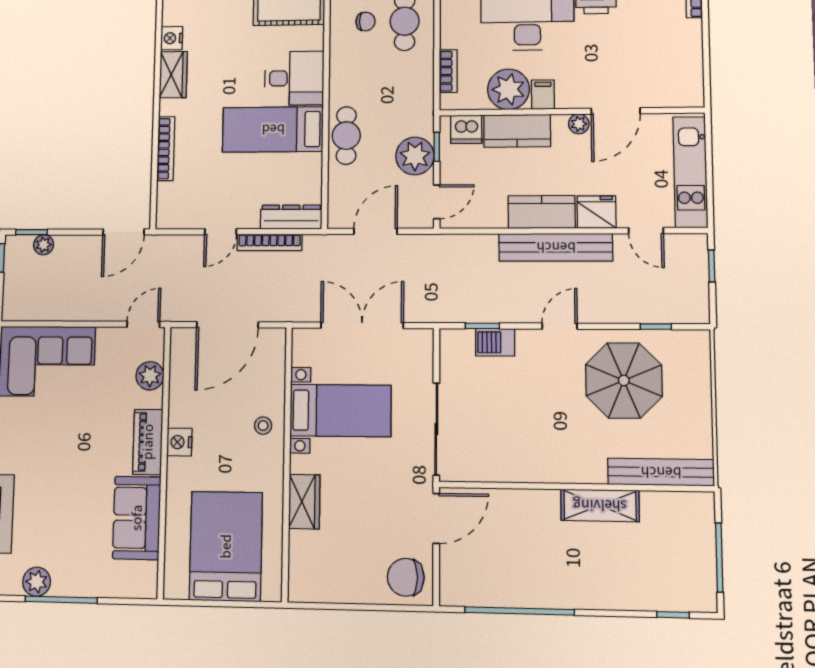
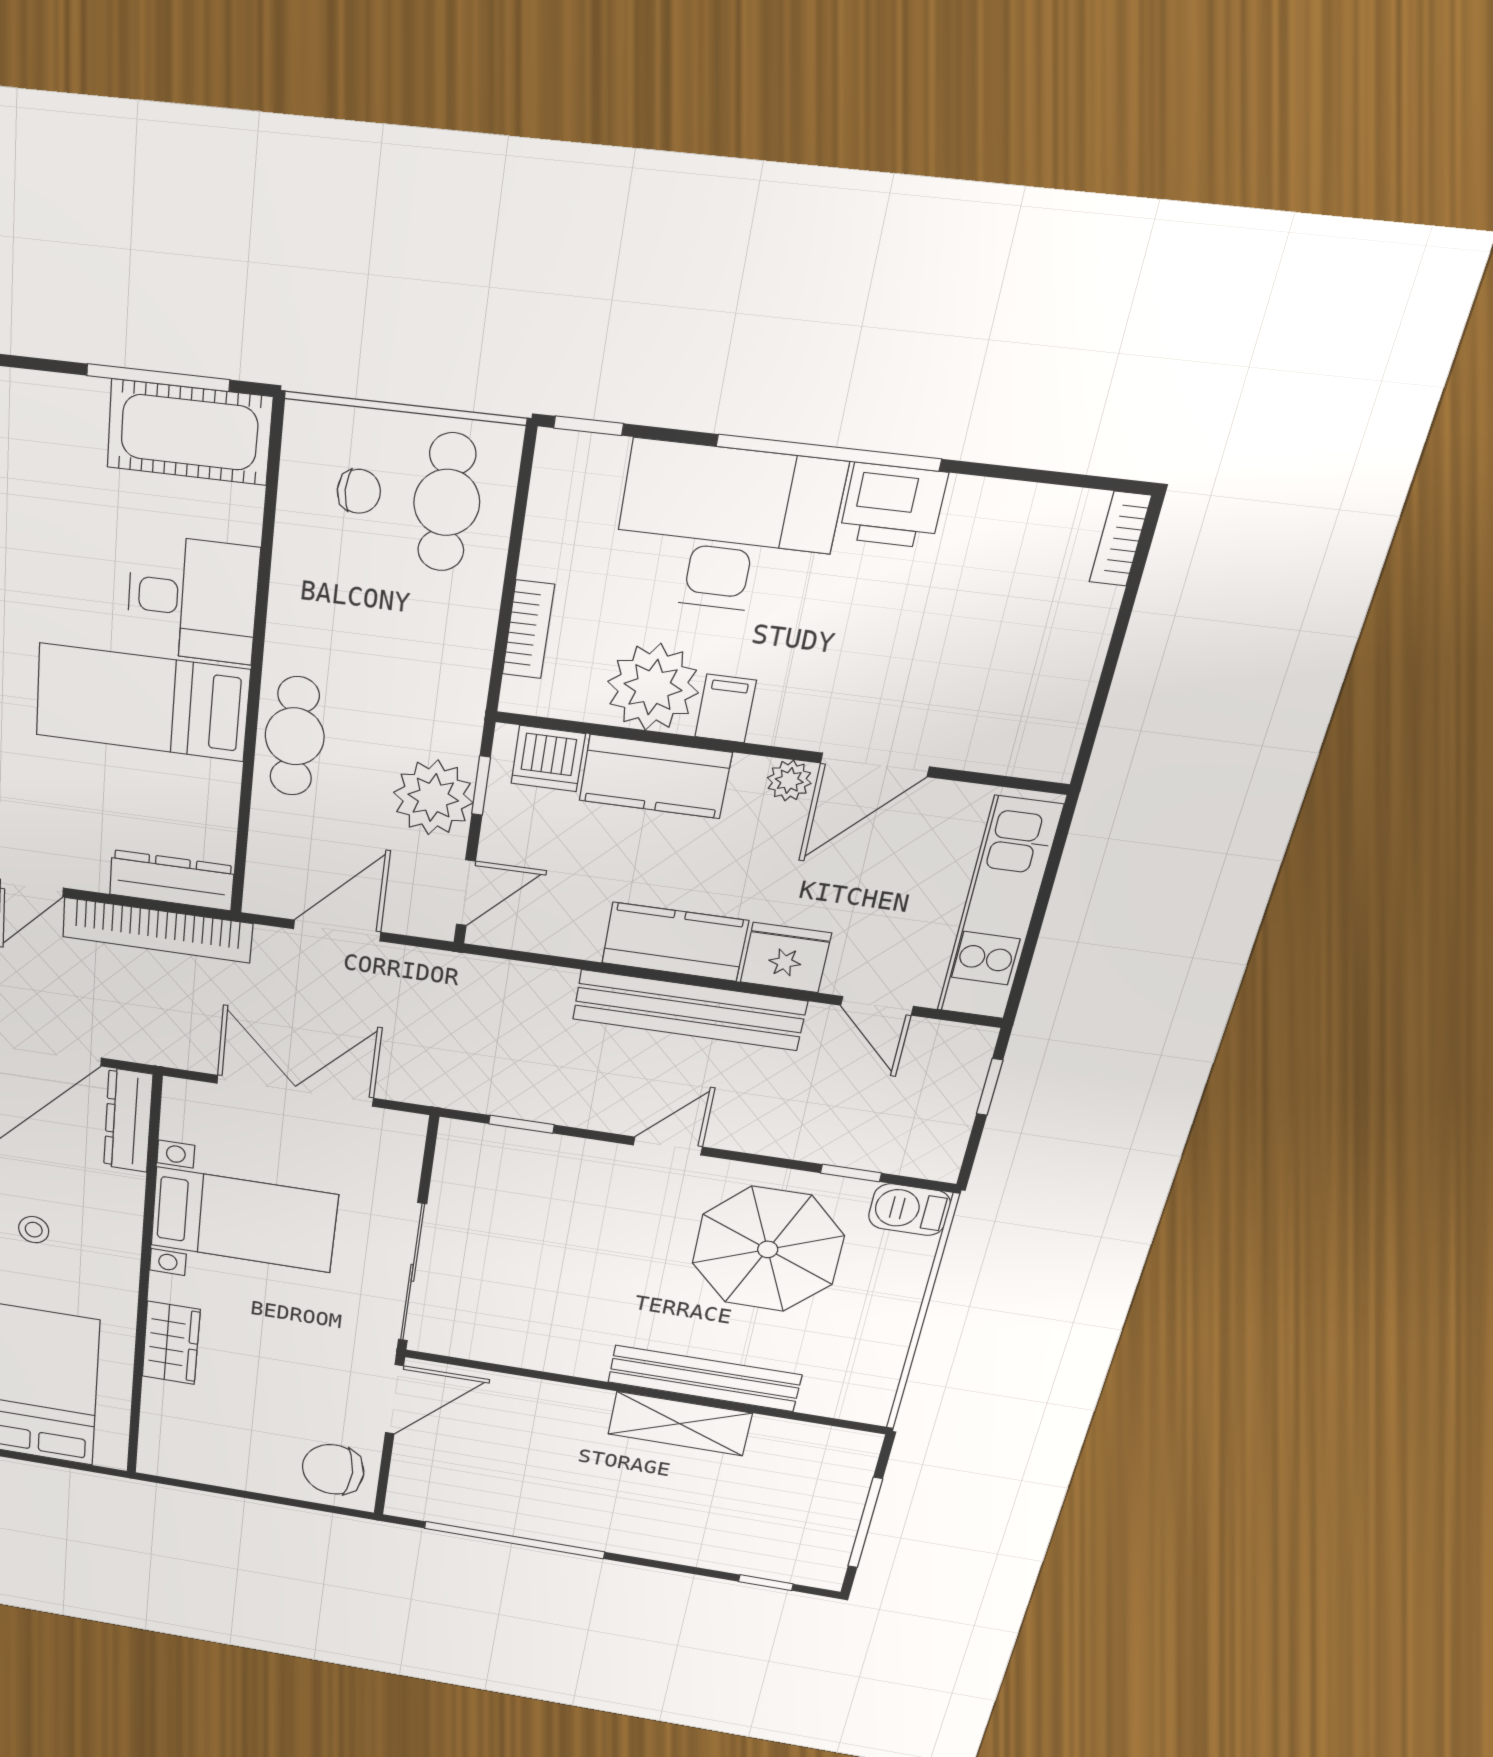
bookcase: (270, 242) -> (157, 930), width x1.48, depth x1.31
barbecue: (495, 342) -> (909, 1210), moved
dresser: (274, 358) -> (128, 1120), added
stool: (263, 426) -> (34, 1230), moved
bench: (661, 472) -> (704, 1378), moved

